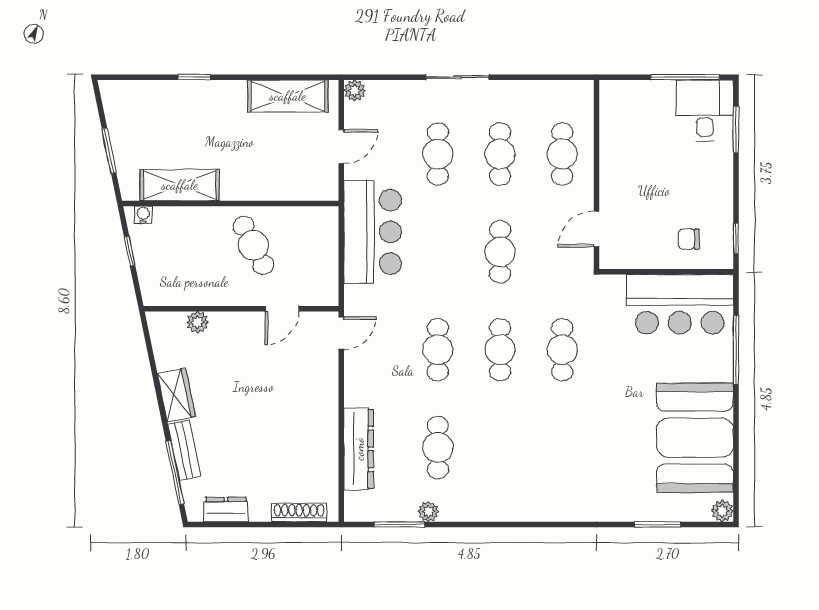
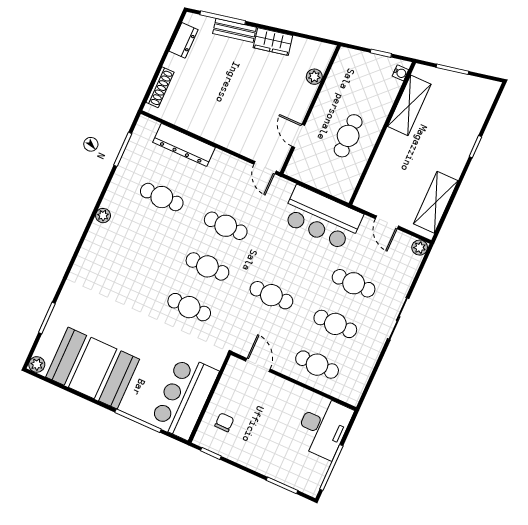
desk: (705, 110) -> (323, 427), moved, width x1.37
cafe table: (253, 245) -> (348, 136), turned -63
plant: (428, 512) -> (103, 216), moved

